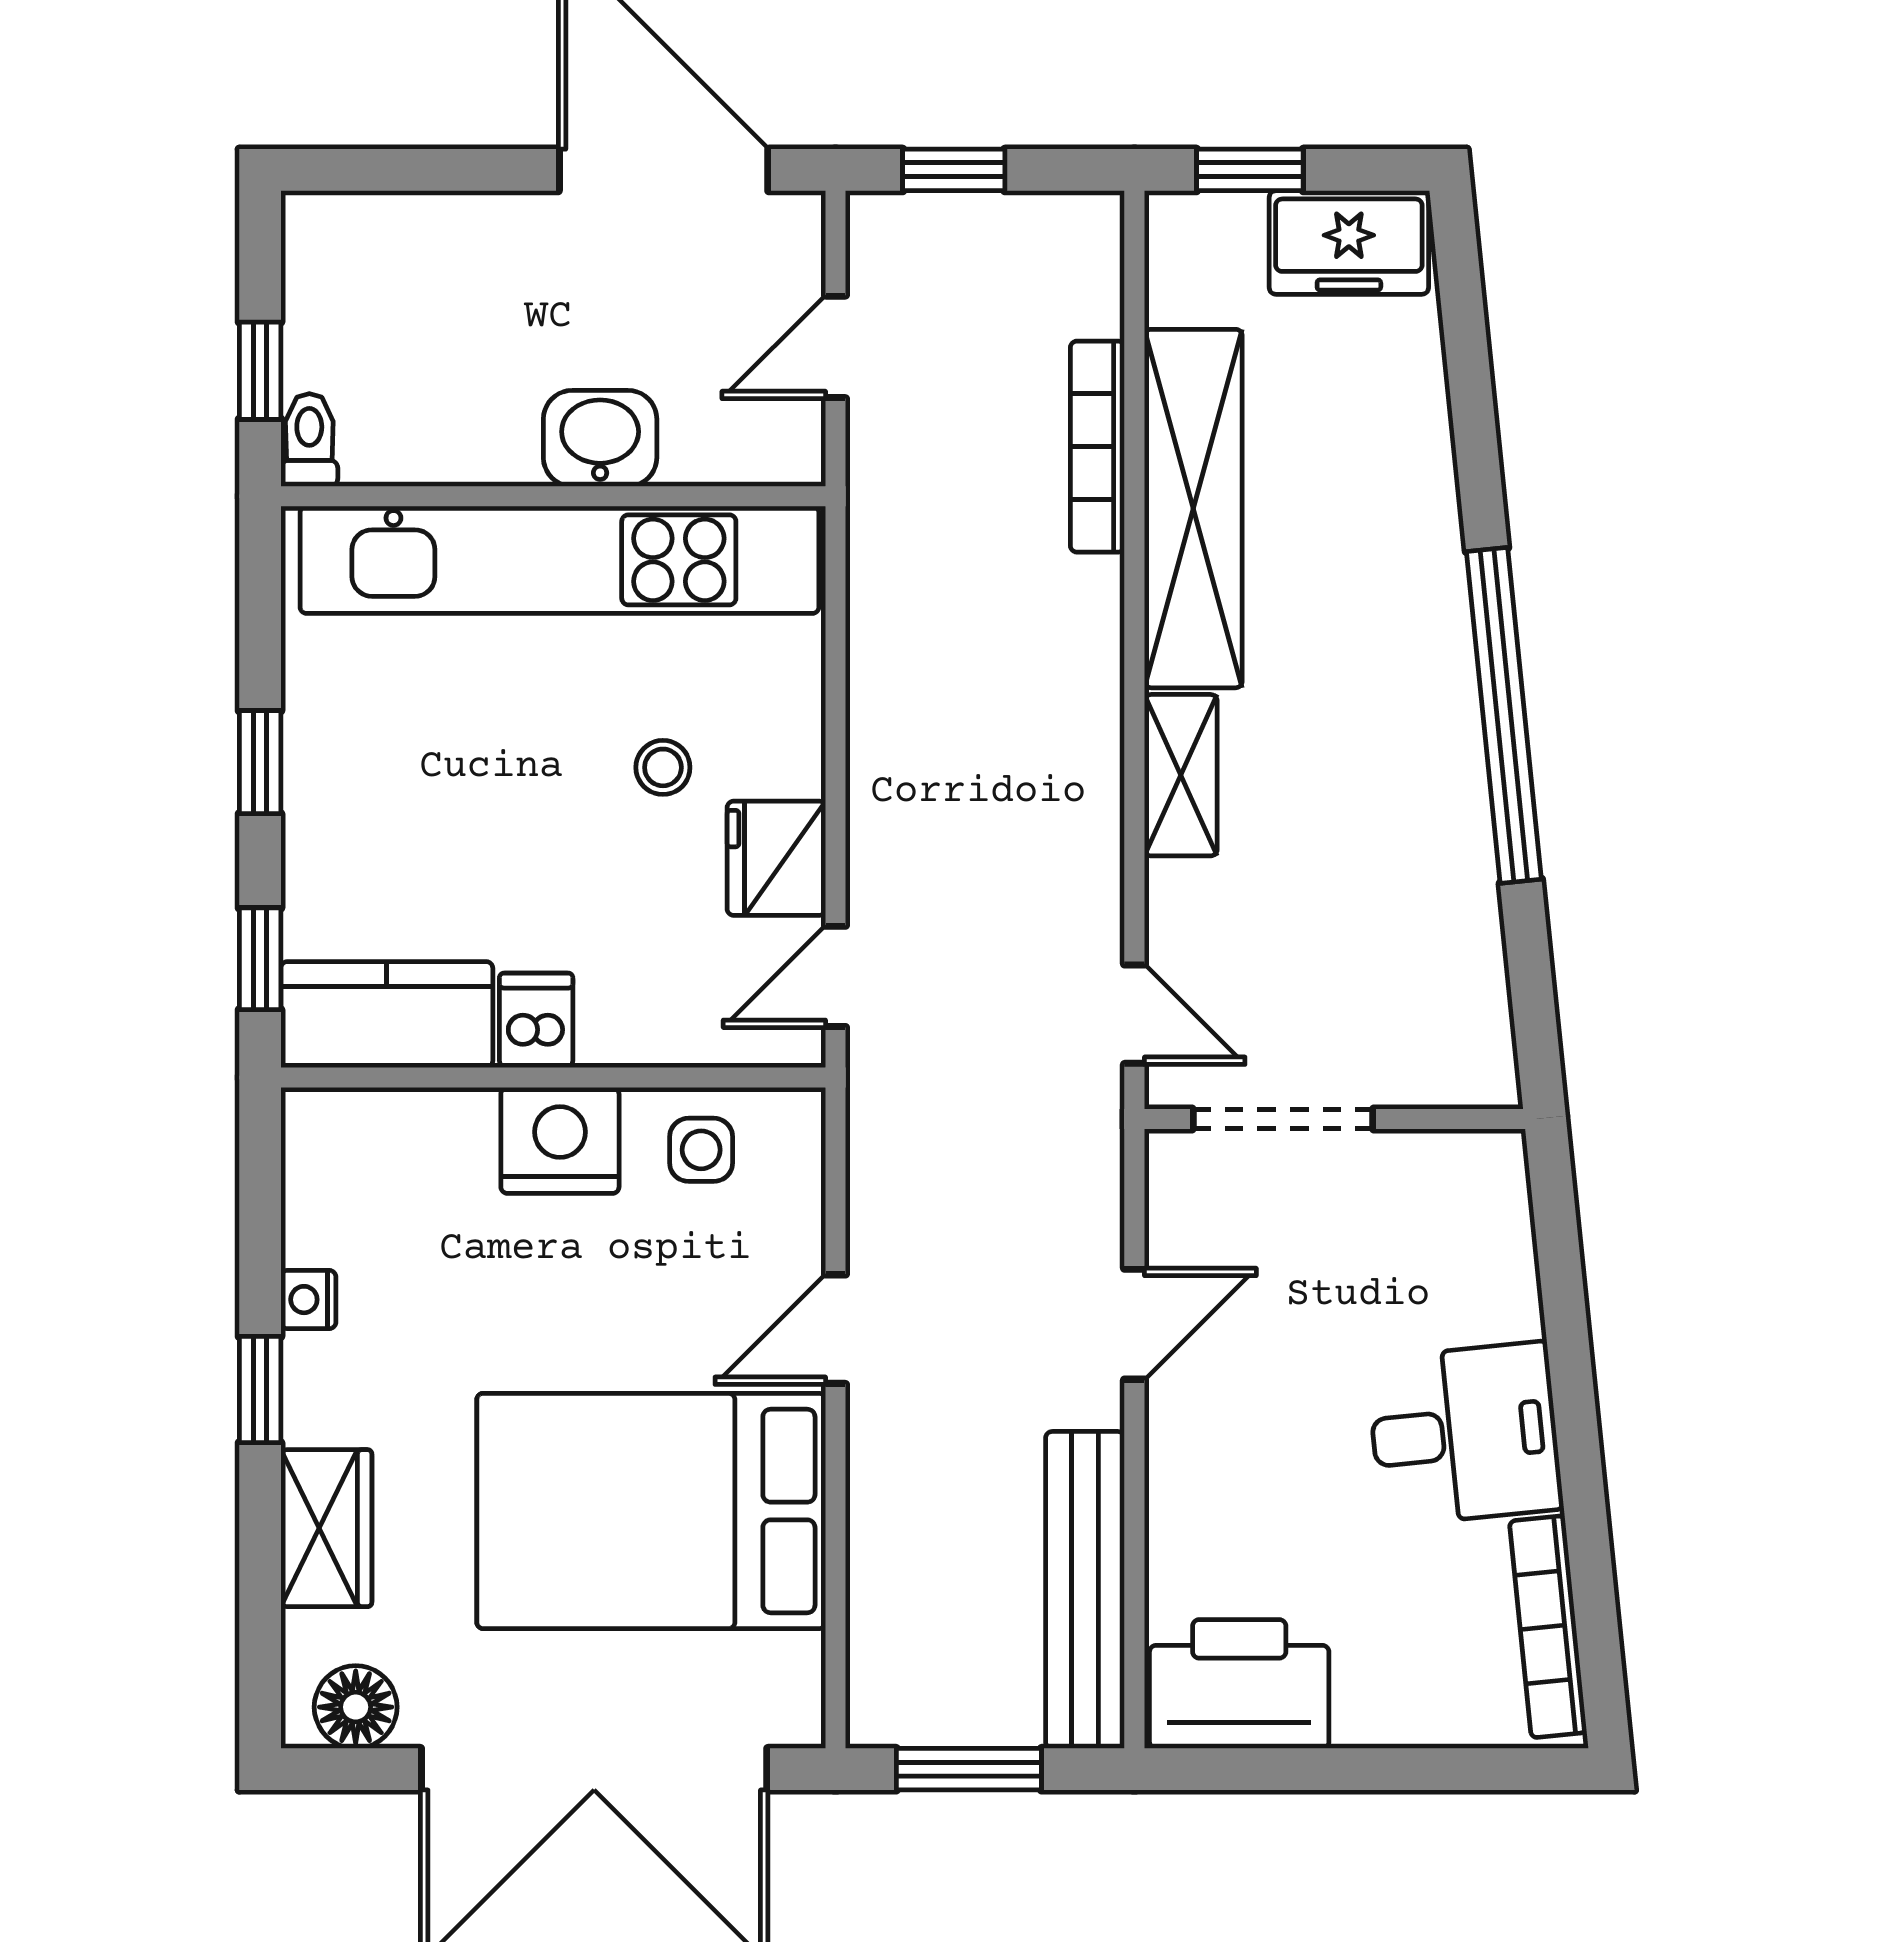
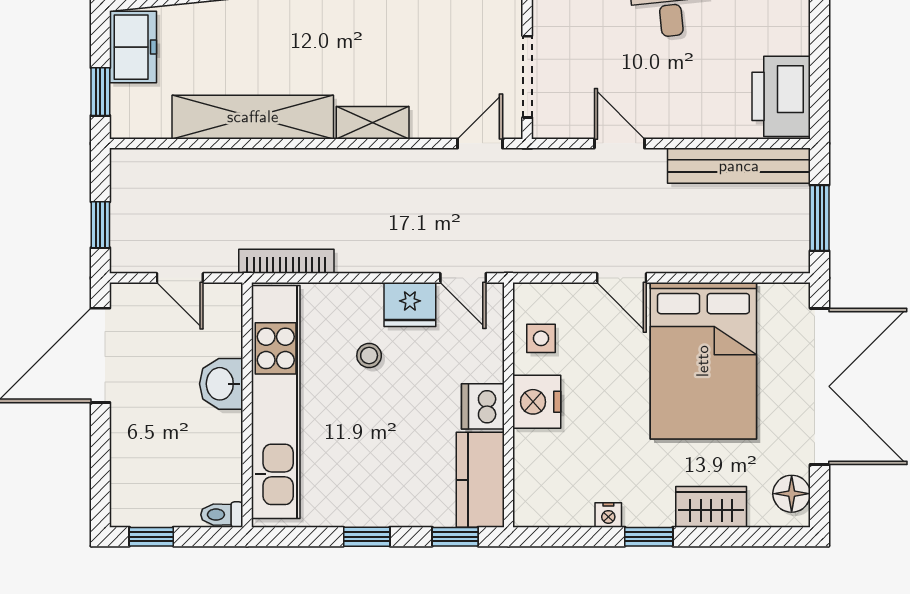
window: (260, 371) -> (151, 537), moved
bookcase: (1097, 447) -> (286, 261), moved, turned 180
dishwasher: (536, 1020) -> (483, 406), width x1.38

